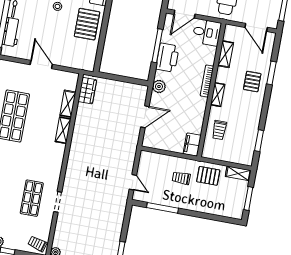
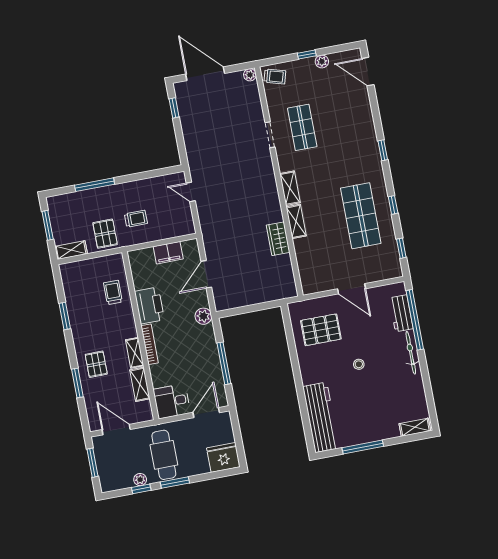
pallet: (87, 24) -> (321, 330), moved, turned 90
printer: (167, 58) -> (149, 305), moved, turned 180
wardrobe: (87, 91) -> (278, 239), moved
shelving: (218, 95) -> (135, 353), moved
shelving: (68, 104) -> (290, 188), moved
window: (259, 141) -> (65, 316), moved
filing cabinet: (192, 145) -> (168, 253), moved, turned 90
pallet: (208, 176) -> (105, 234), turned 90
window: (162, 208) -> (95, 185), moved

